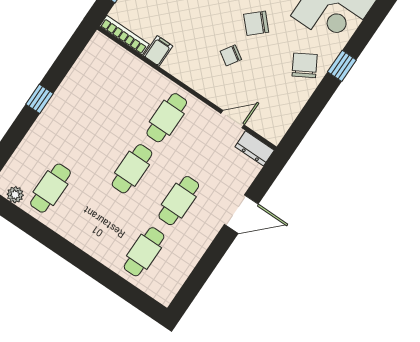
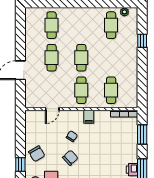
filing cabinet: (158, 51) -> (89, 117), moved
cafe table: (120, 86) -> (111, 90), added
window: (39, 99) -> (142, 41), moved
dresser: (255, 148) -> (34, 103), removed

